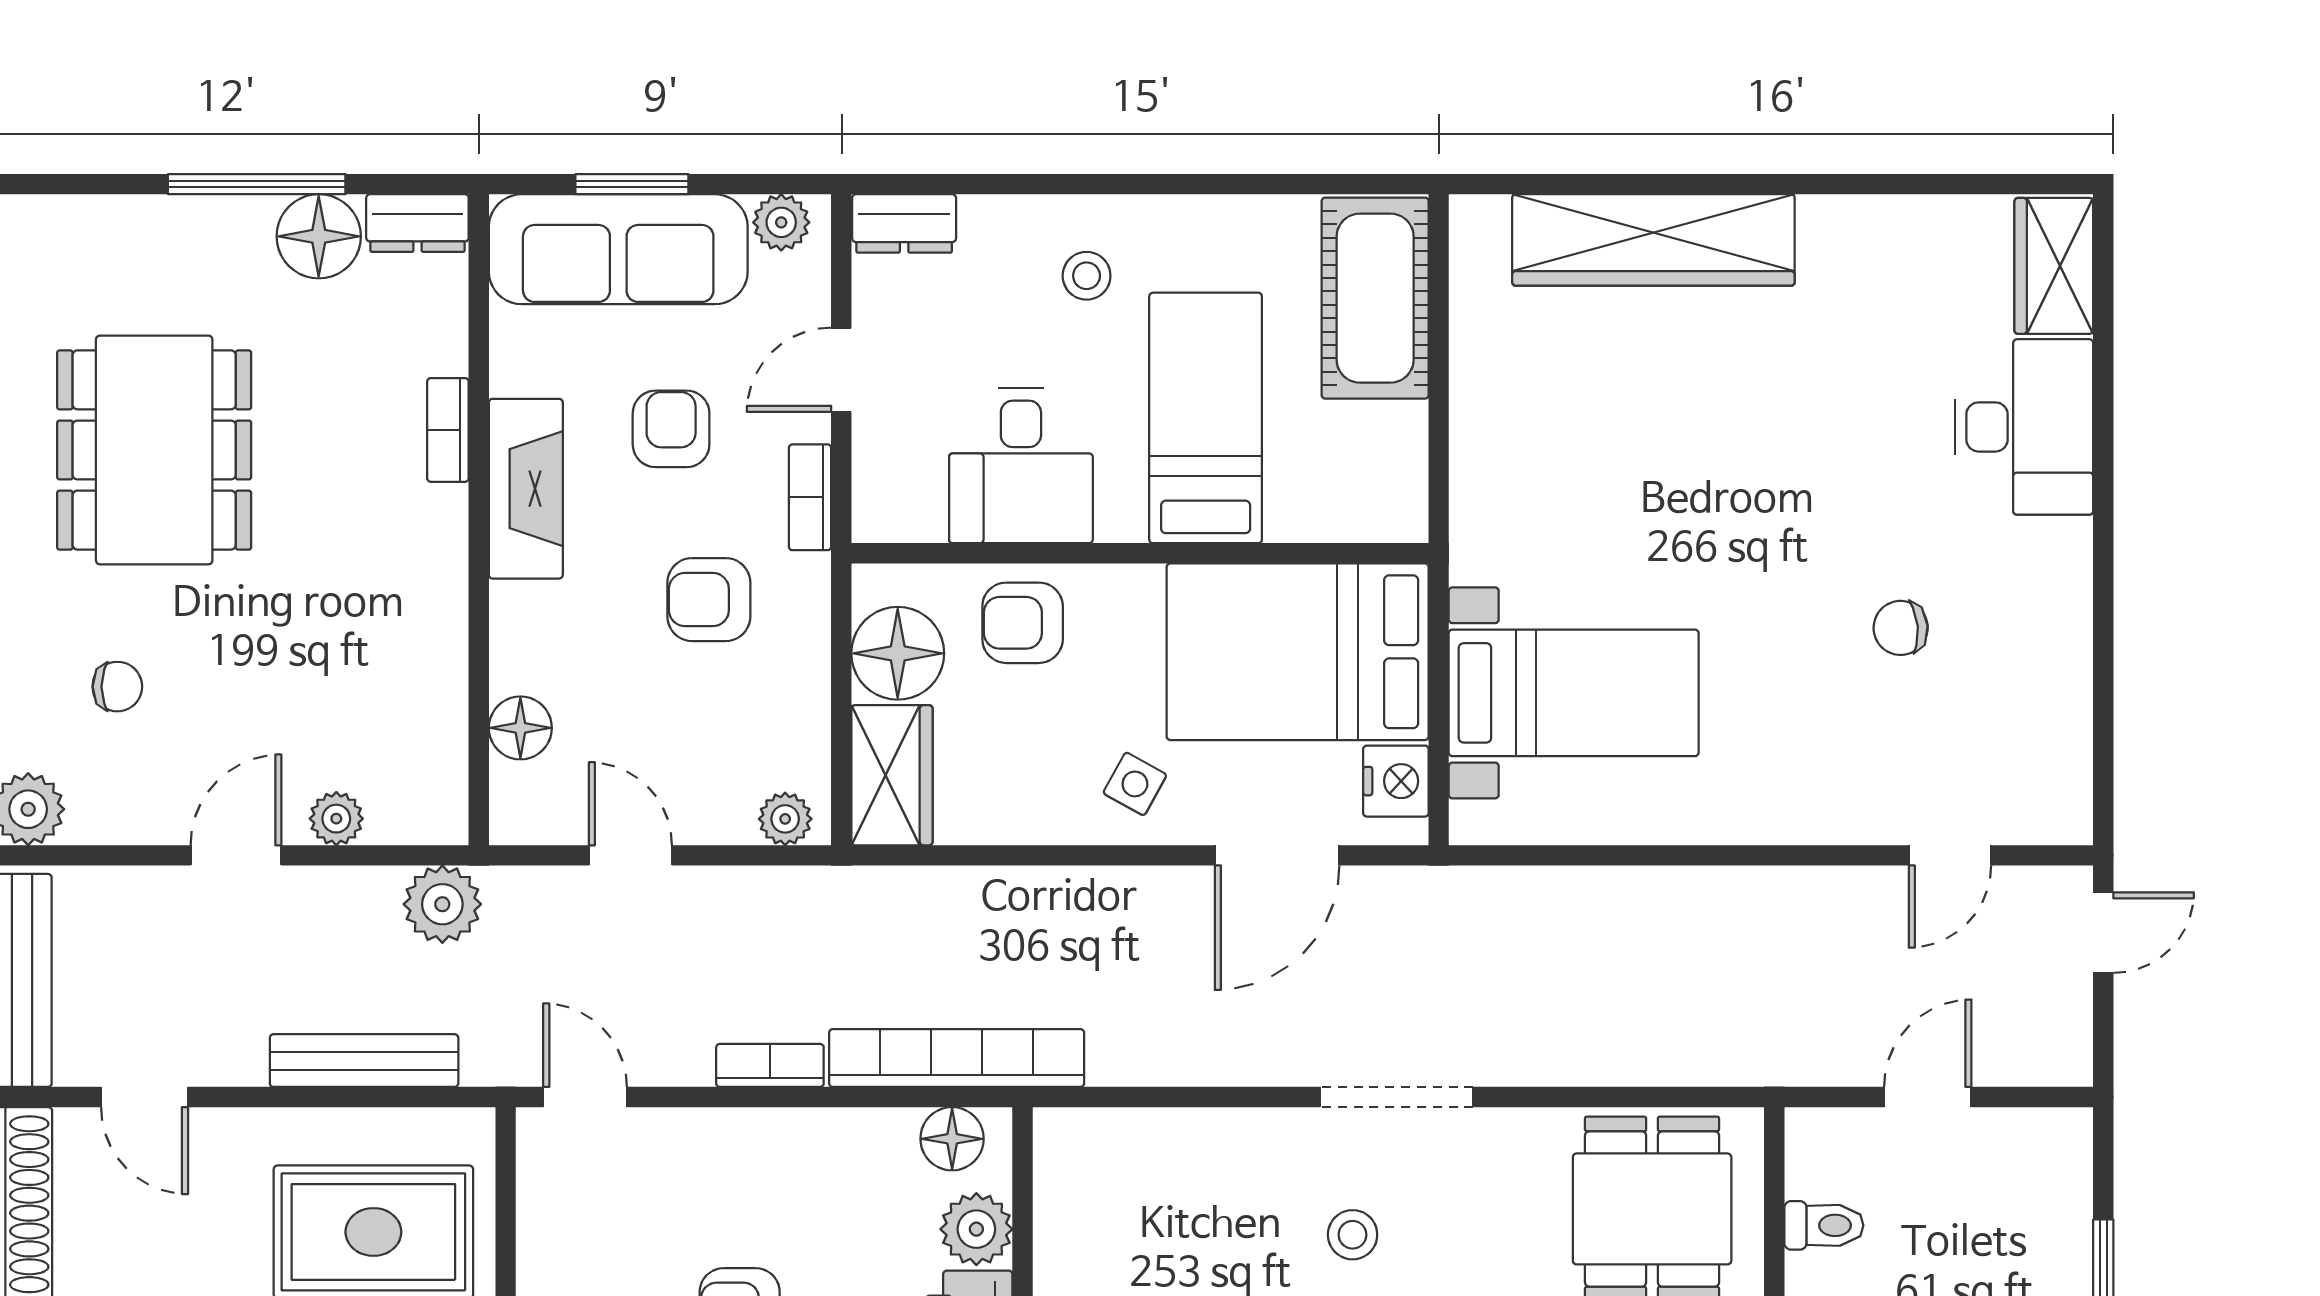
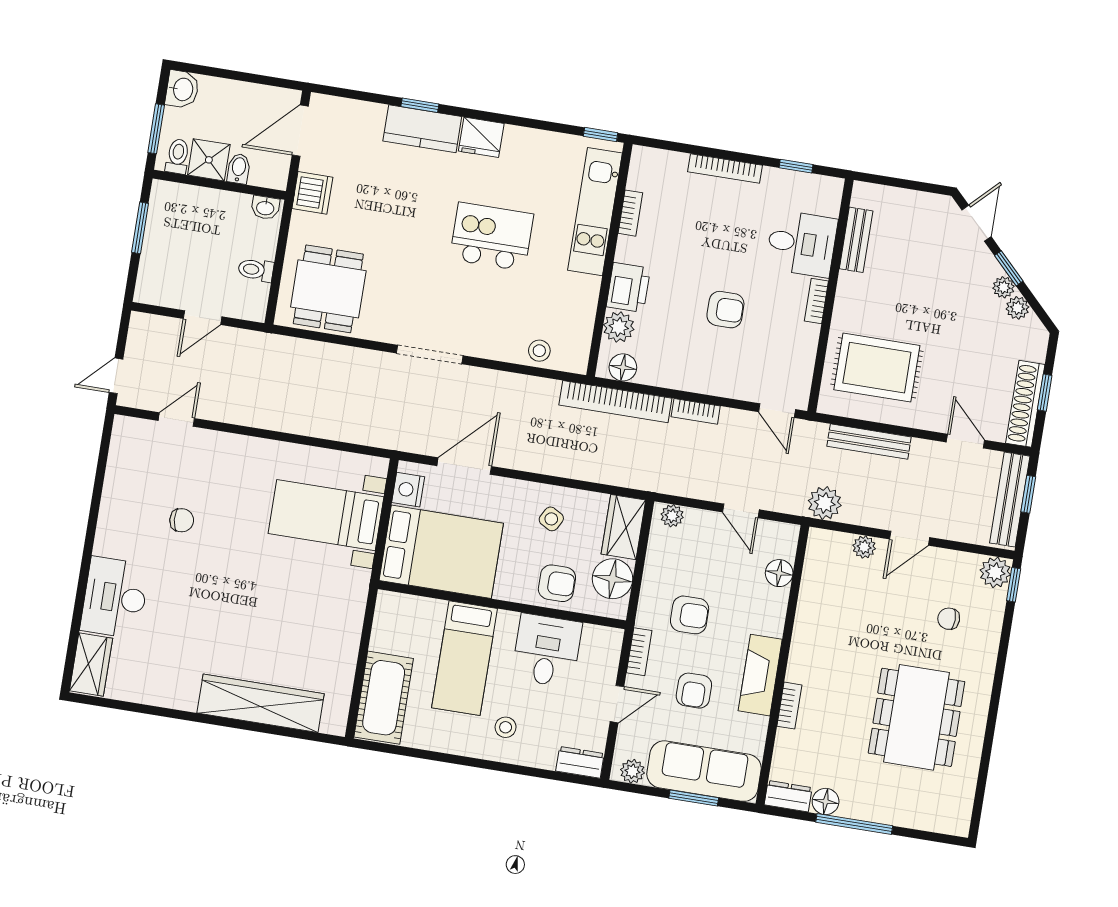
floor lamp: (319, 236) -> (826, 801), width x0.73, depth x0.73
side table: (1135, 784) -> (551, 519), moved
stool: (1353, 1235) -> (539, 351), moved

